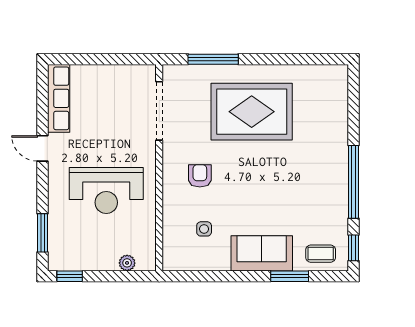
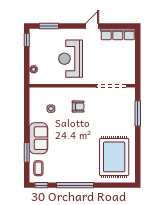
rug: (252, 112) -> (114, 157), moved

